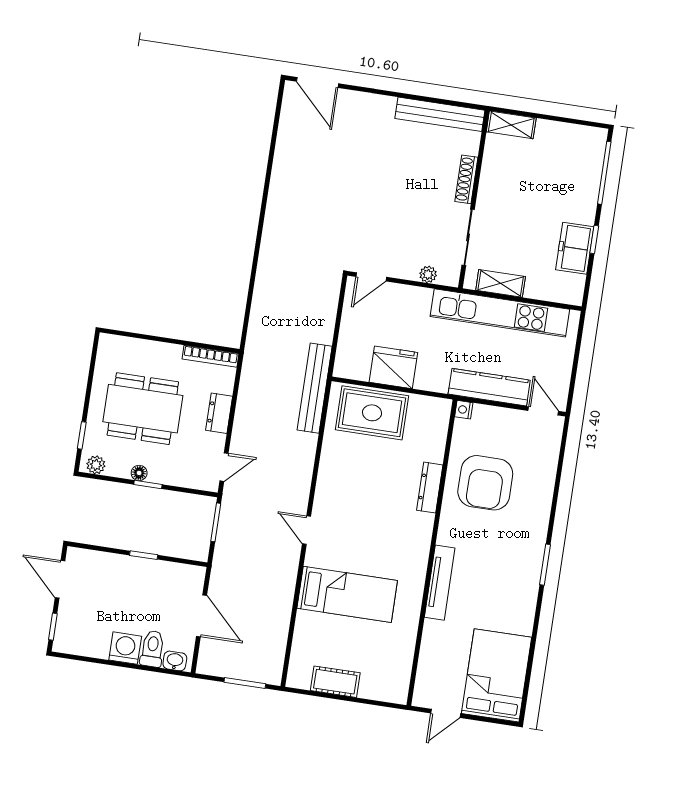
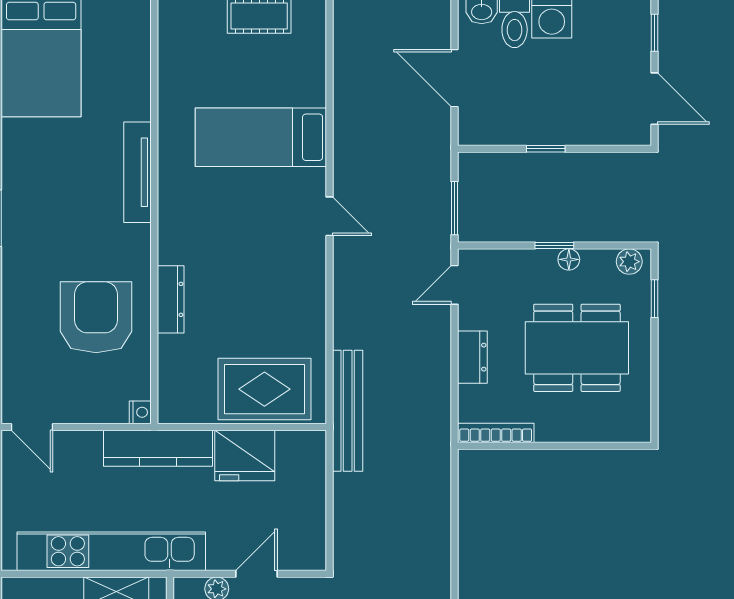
door: (371, 277) -> (257, 574), moved
kitchen counter: (489, 387) -> (158, 448), moved

